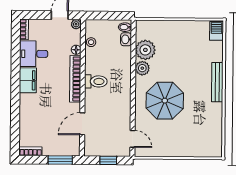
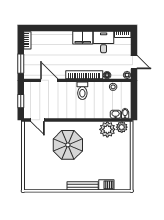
barbecue: (216, 31) -> (106, 185), moved
plant: (142, 68) -> (122, 127), moved
door: (133, 139) -> (38, 120), hinge flipped

